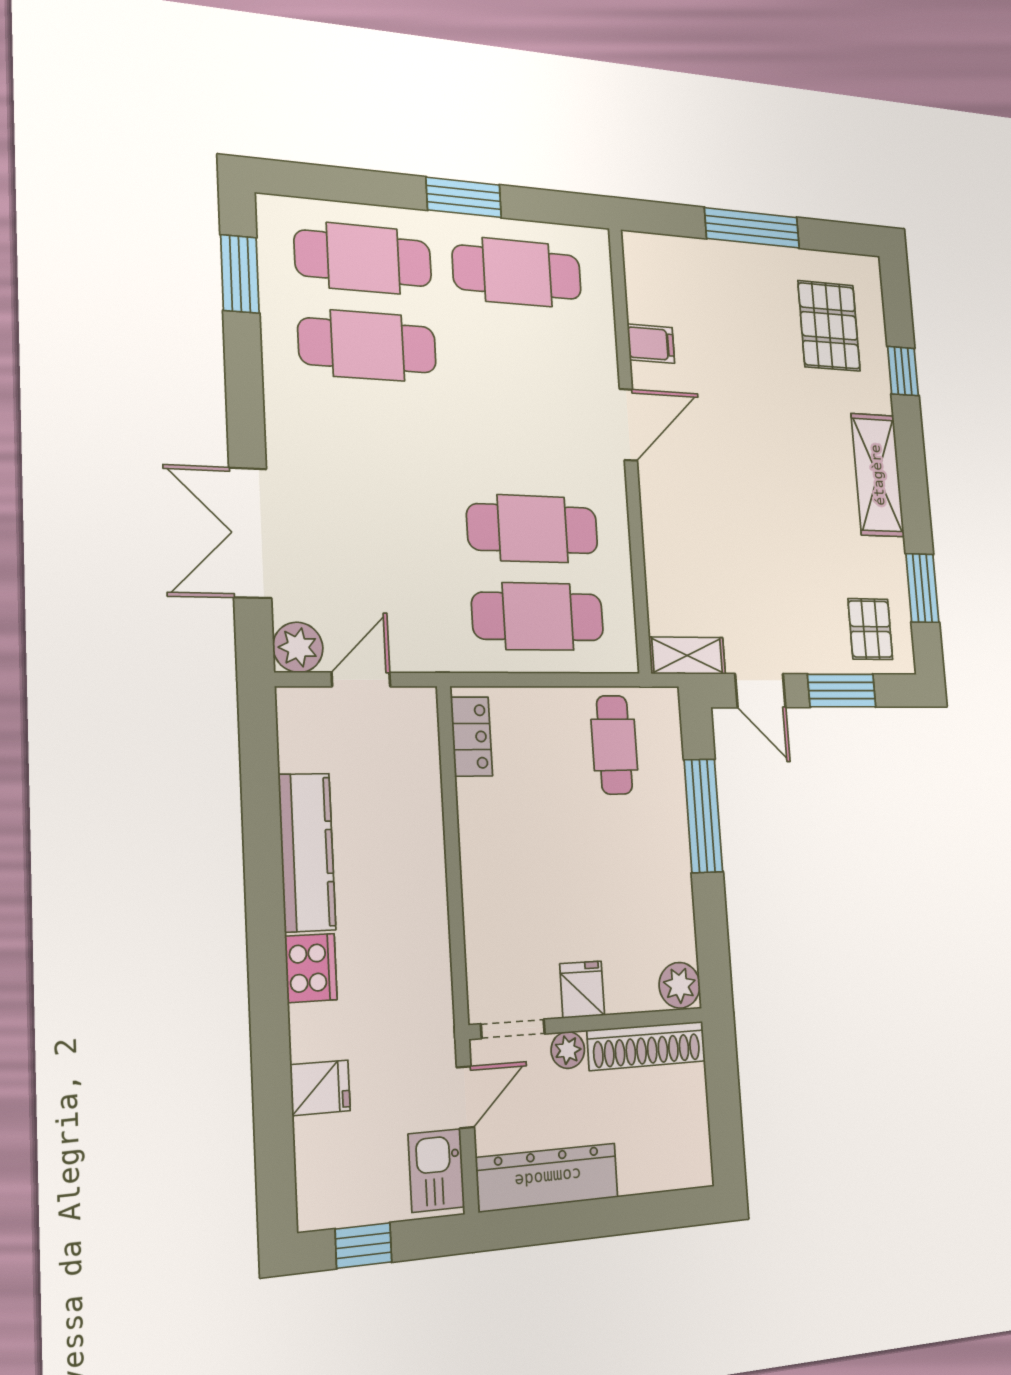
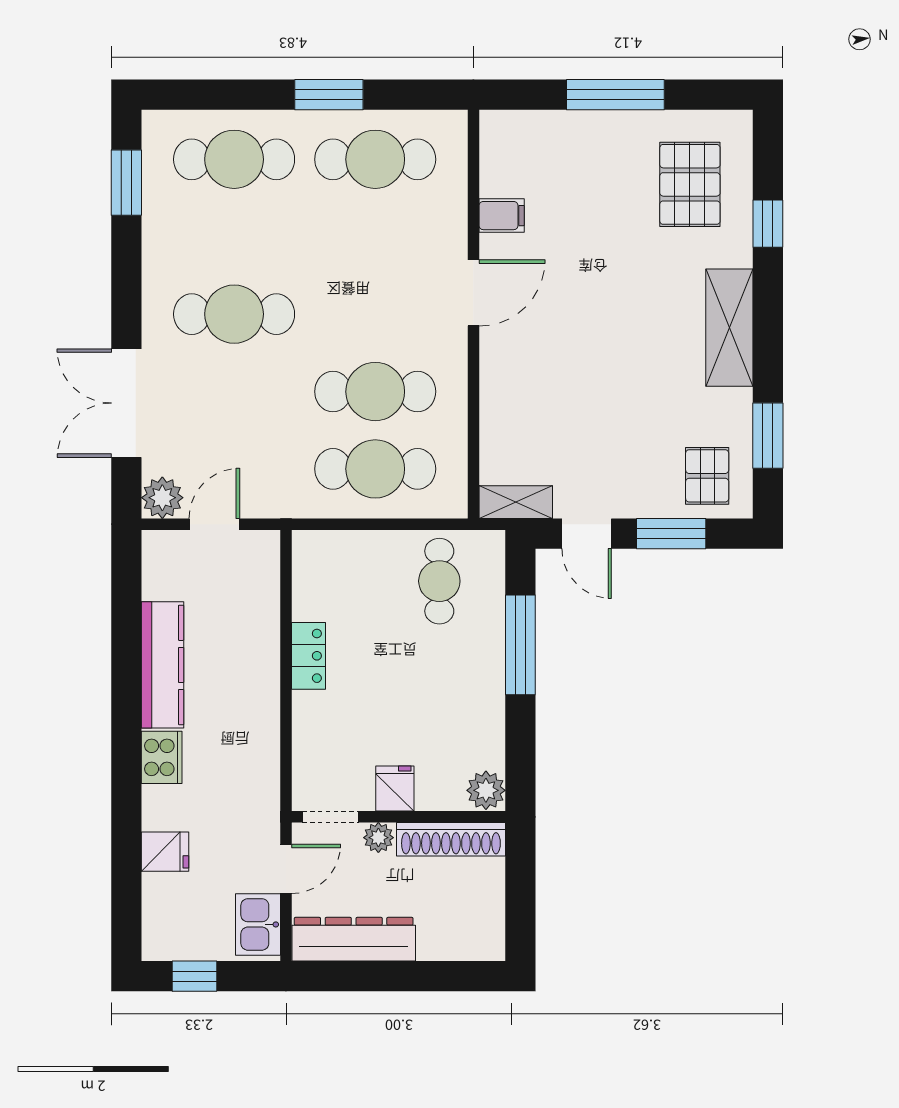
cafe table: (368, 346) -> (234, 314), moved
locker: (472, 737) -> (308, 656), moved

